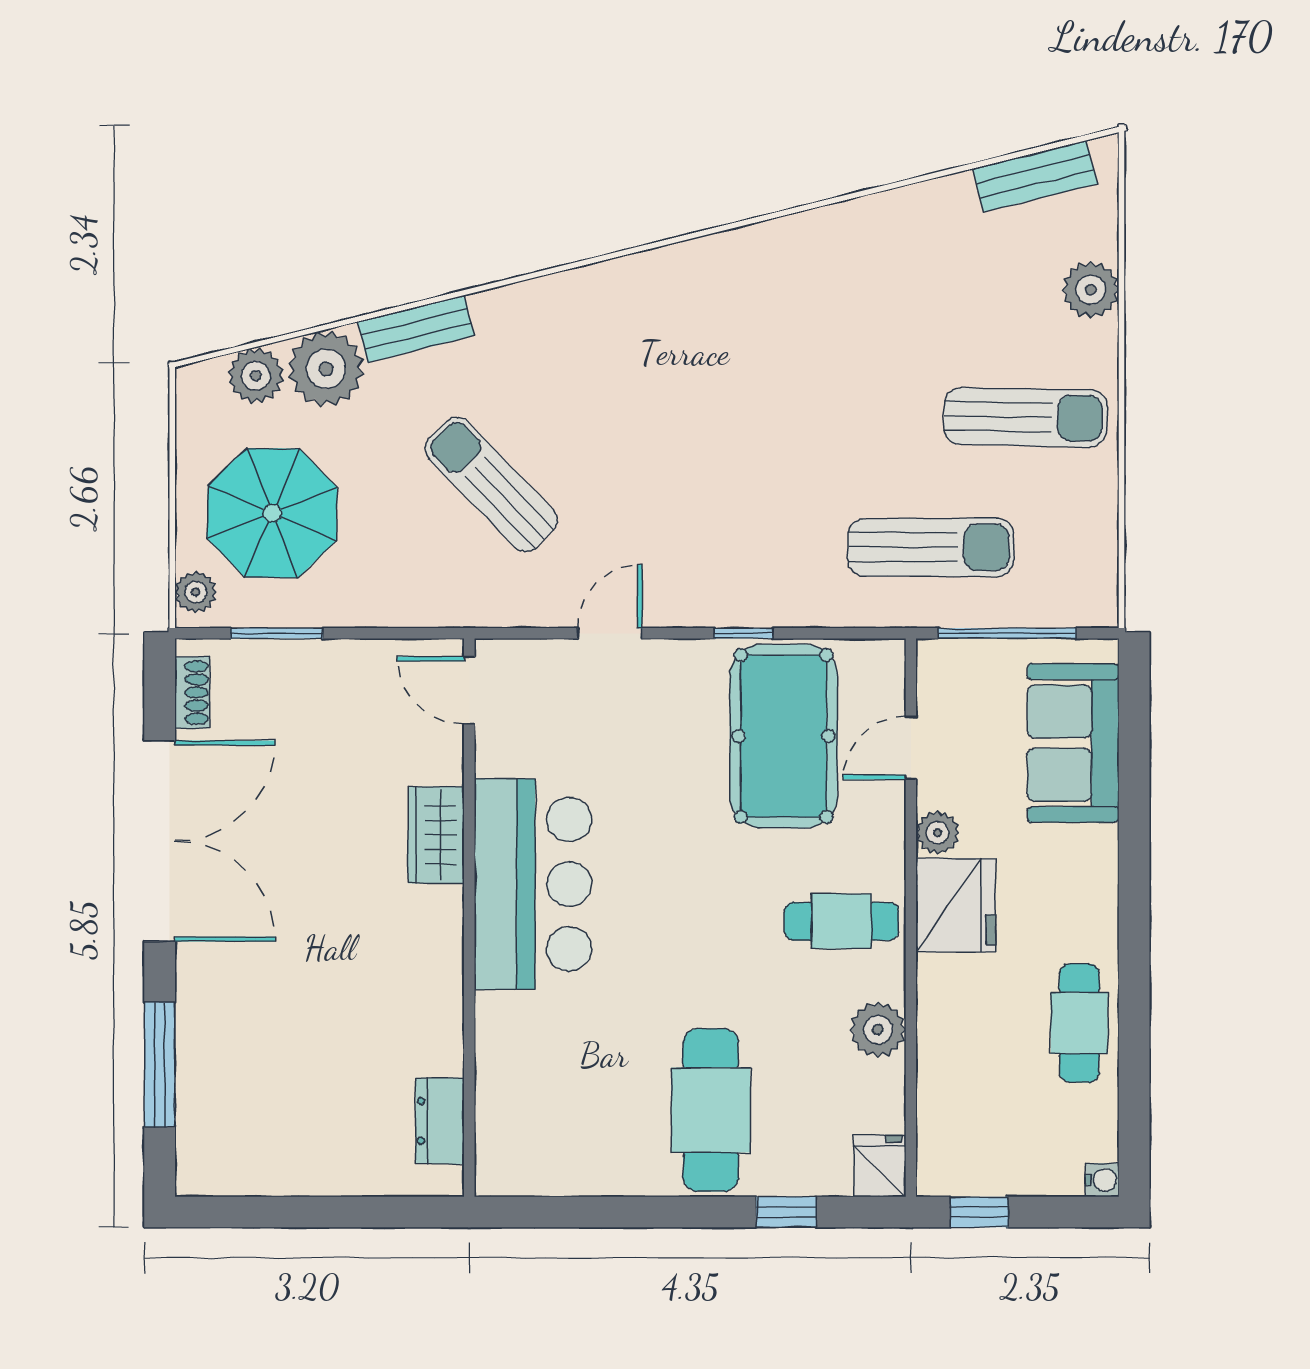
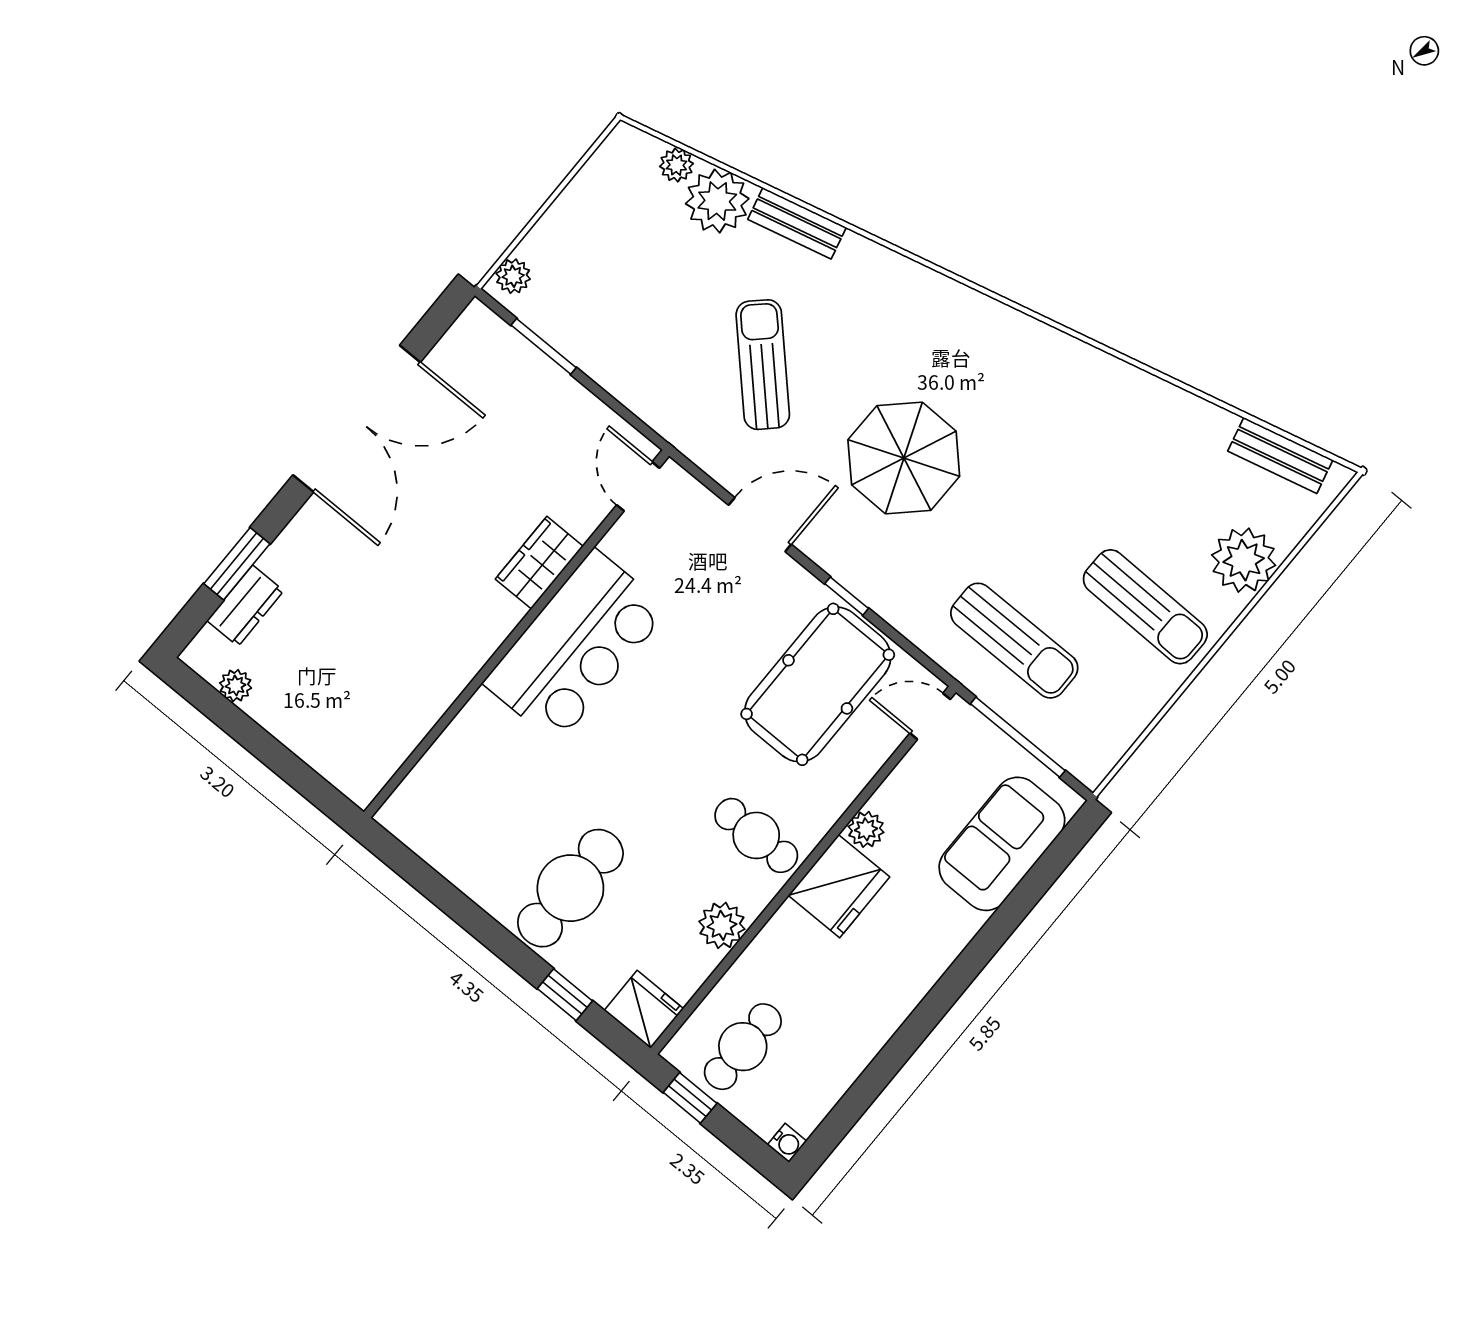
plant: (1091, 290) -> (1244, 560), width x1.36, depth x1.36
plant: (256, 376) -> (677, 165), width x0.73, depth x0.73
parasol: (272, 513) -> (904, 458), moved
door: (610, 633) -> (760, 525), width x1.38
shoe rack: (192, 692) -> (457, 340), removed
door: (911, 748) -> (930, 716), moved
cafe table: (1079, 1023) -> (743, 1047), moved
window: (160, 1065) -> (237, 564), width x0.69
dresser: (440, 1121) -> (245, 606), moved, turned 180
fridge: (880, 1166) -> (644, 1009), width x1.38
plant: (250, 1177) -> (236, 686), added

